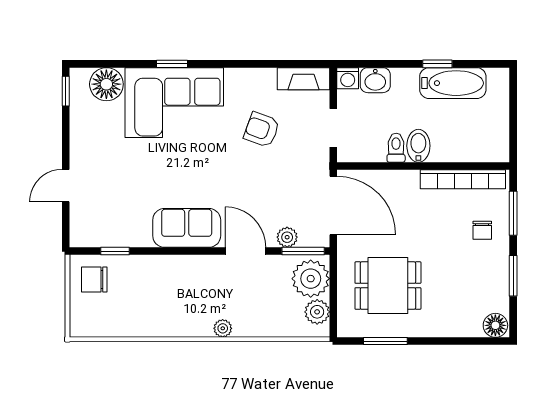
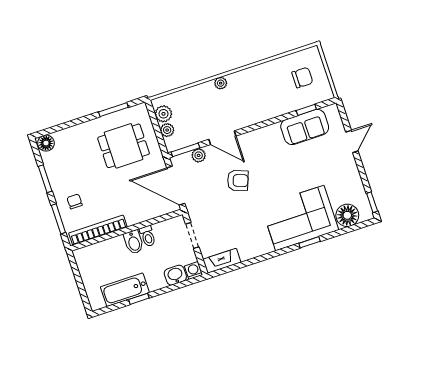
armchair: (262, 130) -> (238, 180), moved
sofa: (187, 228) -> (305, 127), moved
chair: (94, 279) -> (302, 78), moved
plant: (311, 279) -> (167, 130), width x0.53, depth x0.53

